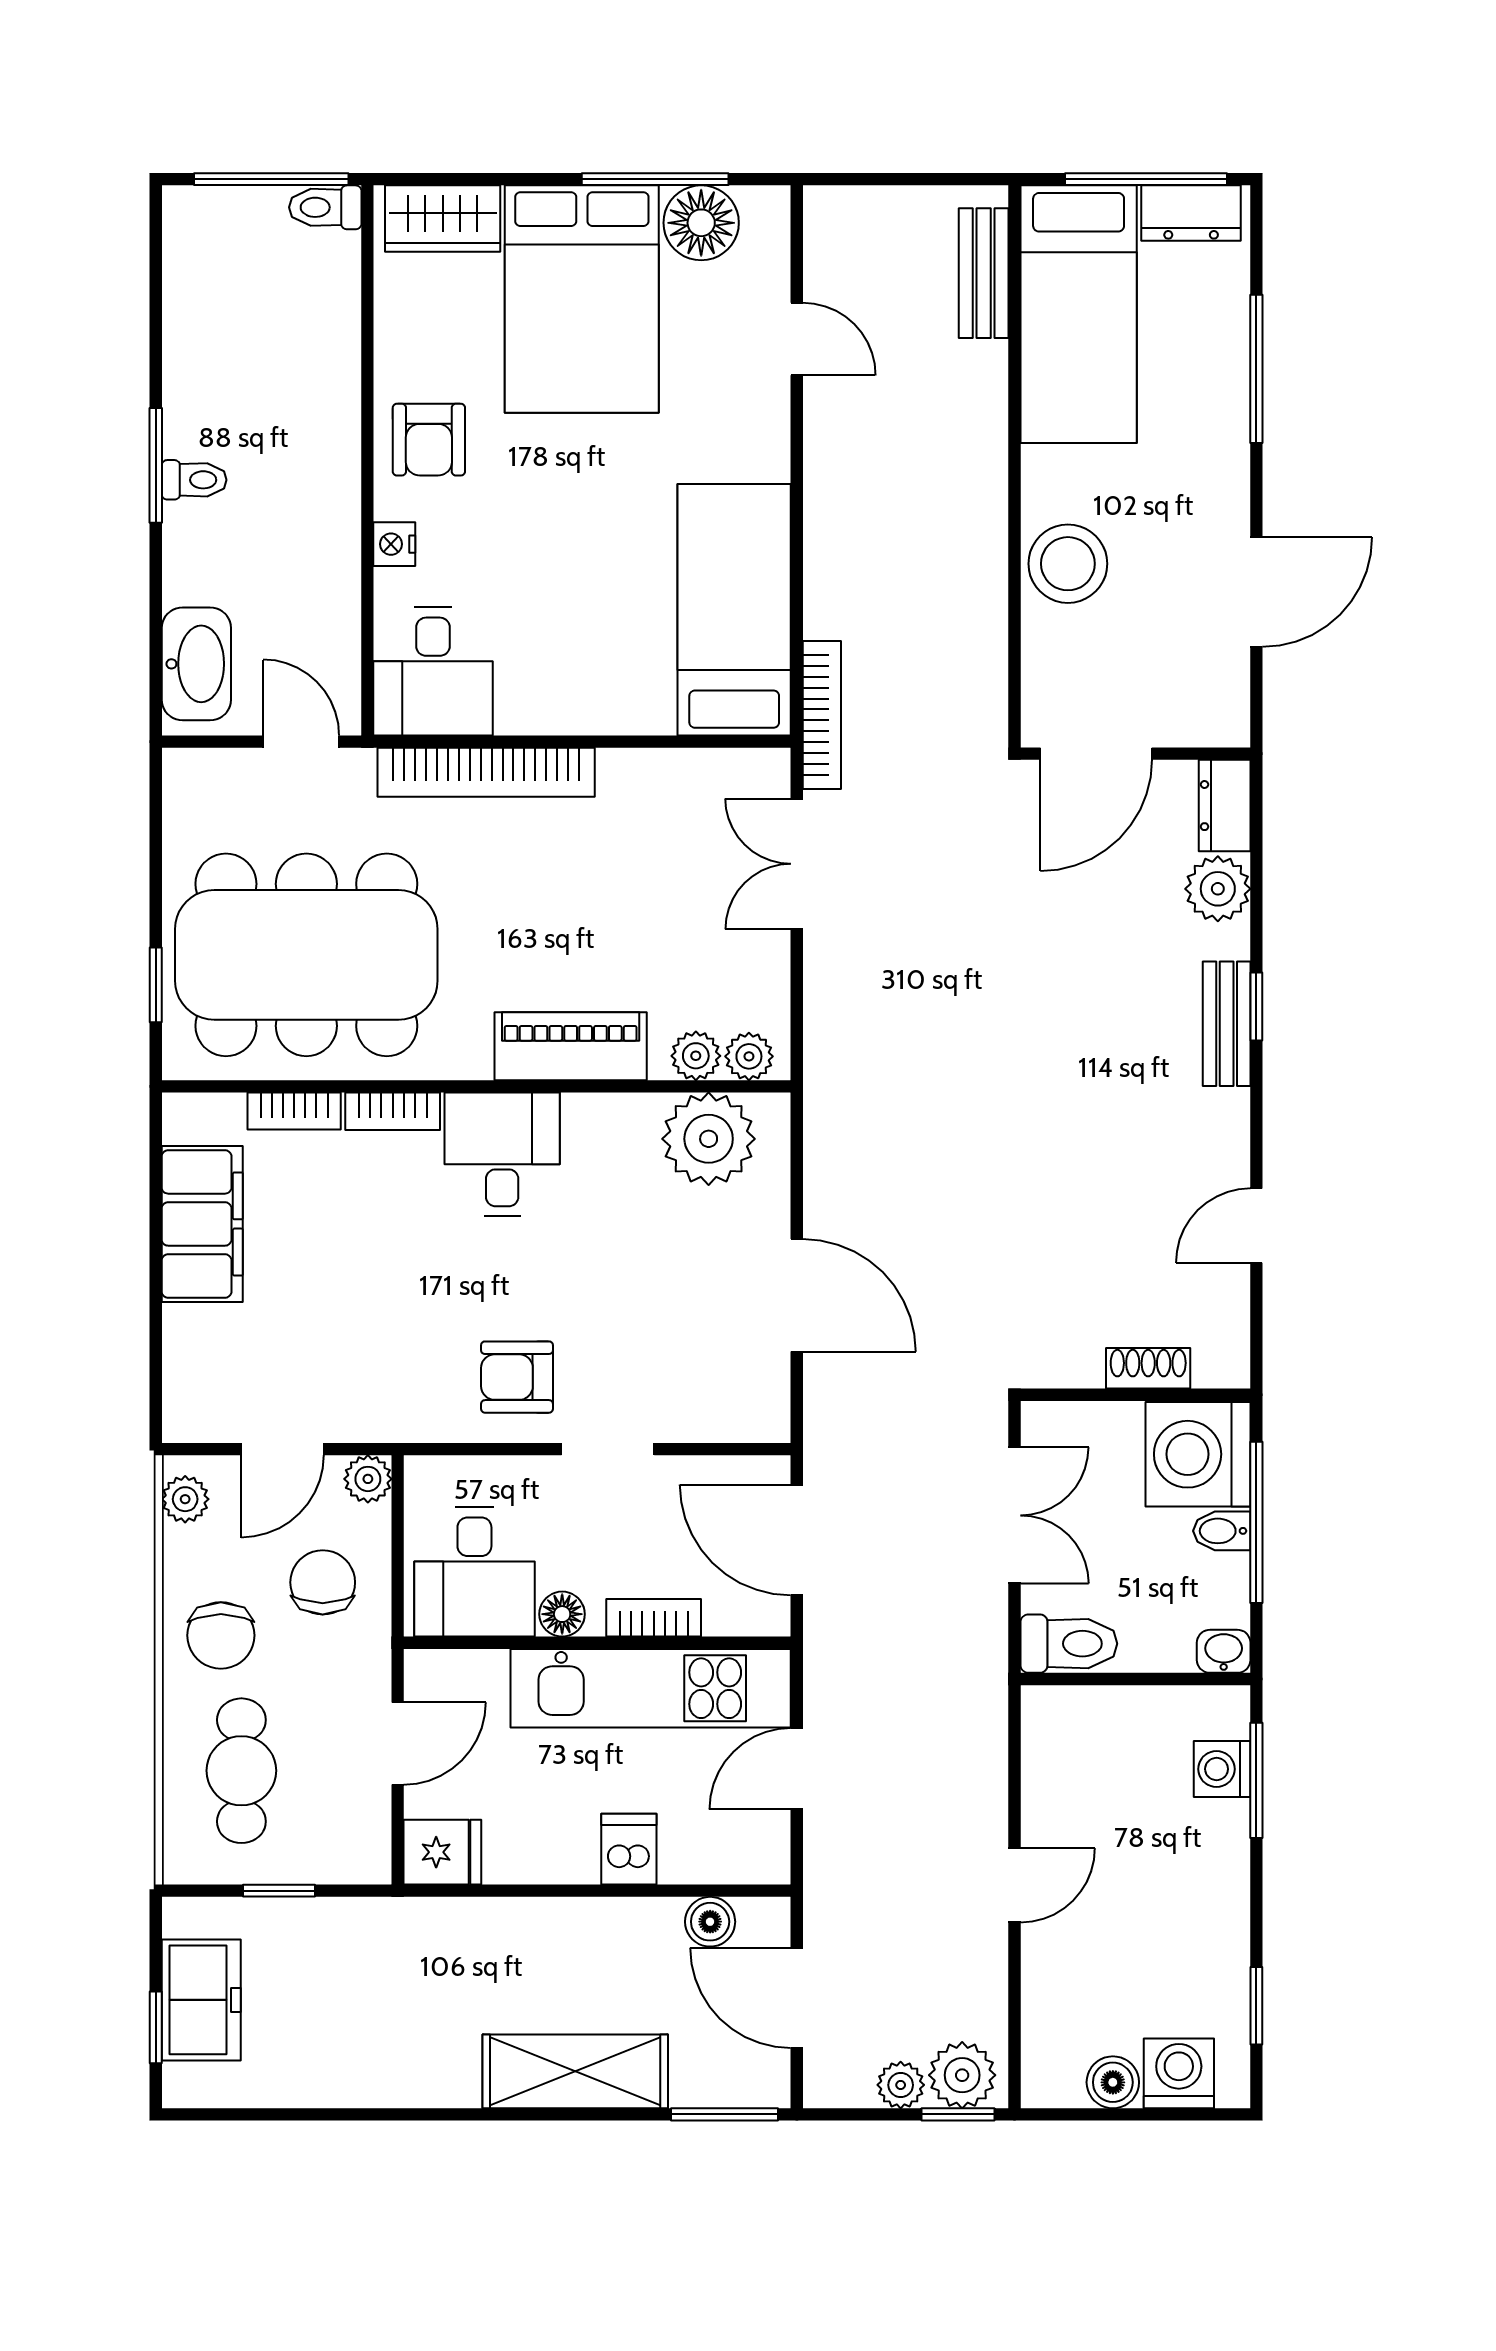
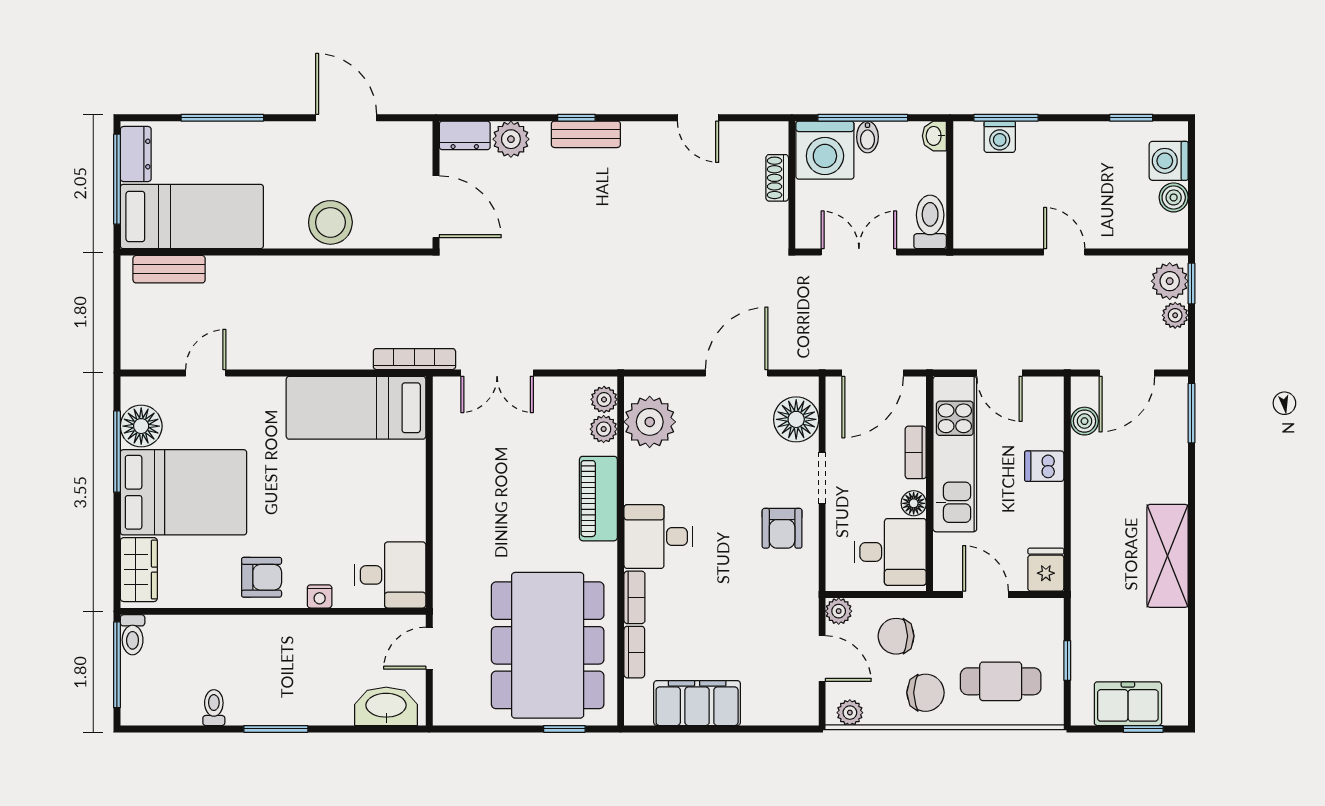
toilet: (194, 480) -> (214, 708), moved
bookcase: (486, 772) -> (446, 545), removed
floor lamp: (713, 1403) -> (796, 419), added
shelving: (575, 2071) -> (1168, 556), moved

